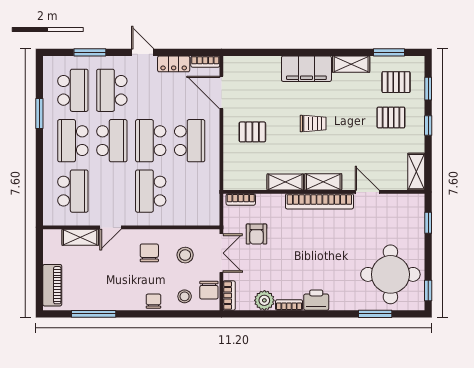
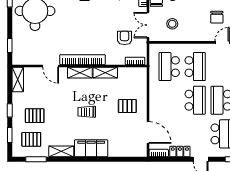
school desk: (190, 141) -> (169, 67), moved
chair: (149, 253) -> (217, 17), moved

